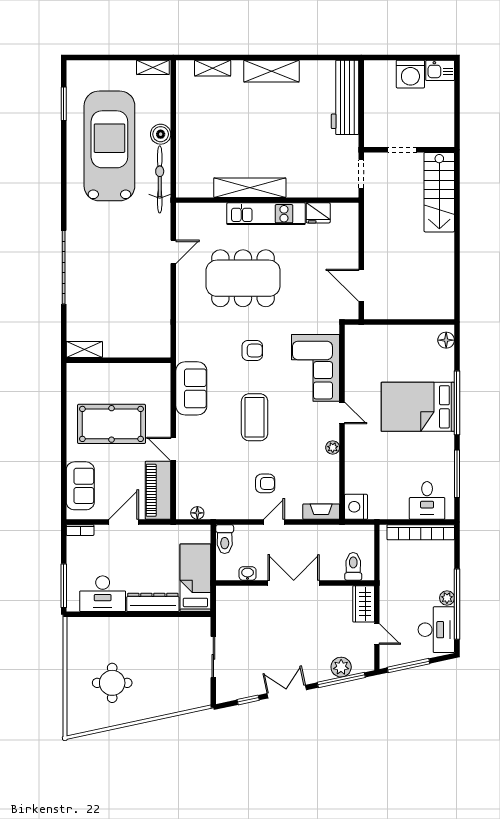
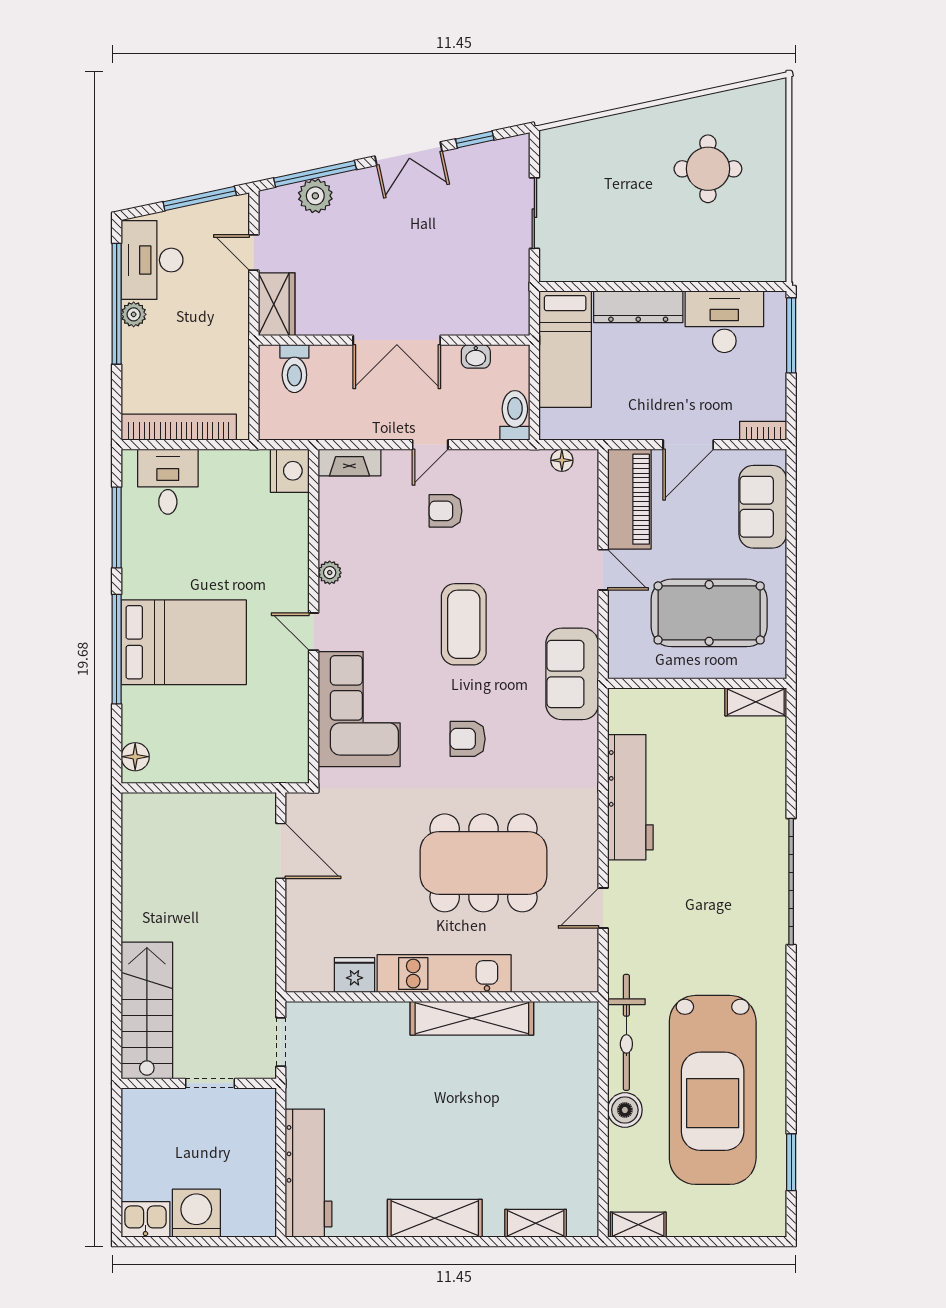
workbench: (157, 317) -> (630, 797), added
shelving: (84, 349) -> (756, 702), moved
wall: (118, 360) -> (697, 683), moved

